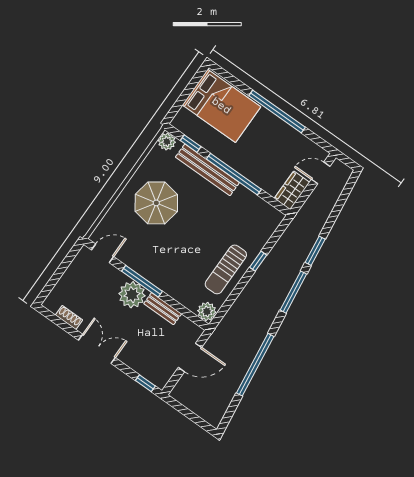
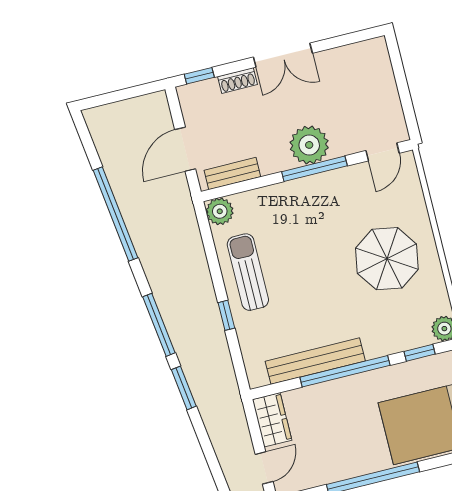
bench: (207, 170) -> (315, 361), moved
bench: (163, 309) -> (232, 174), moved
shoe rack: (69, 317) -> (238, 81), moved

